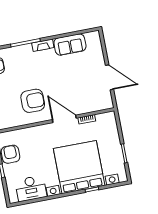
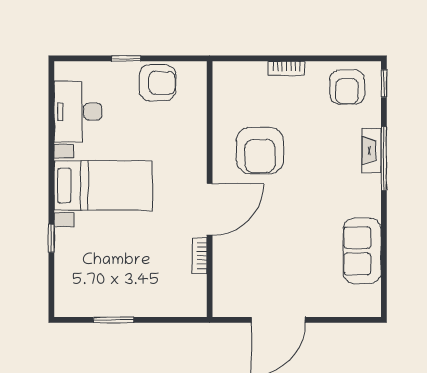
fireplace: (43, 45) -> (372, 151), moved
bed with nightstands: (79, 167) -> (103, 185), width x0.54

